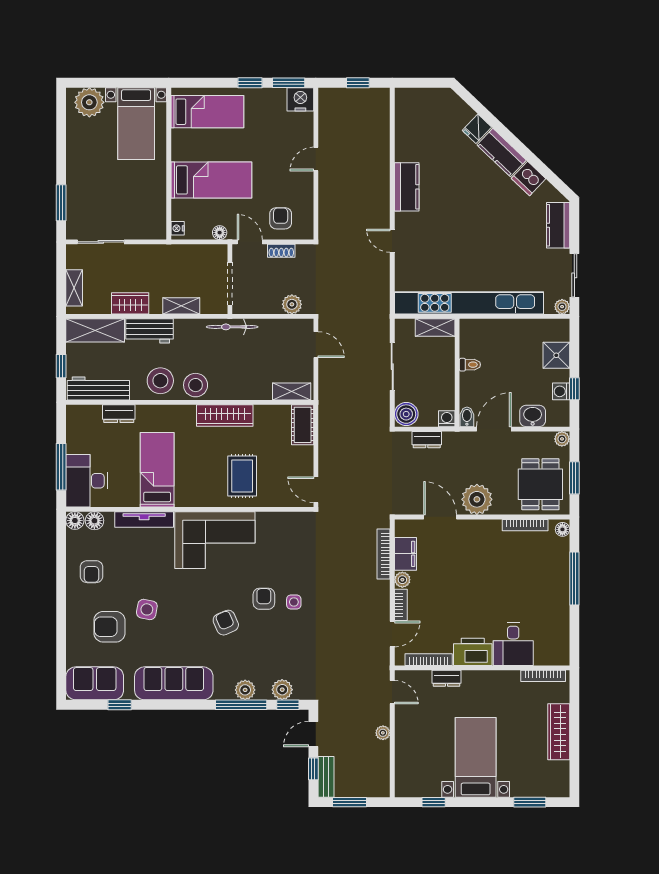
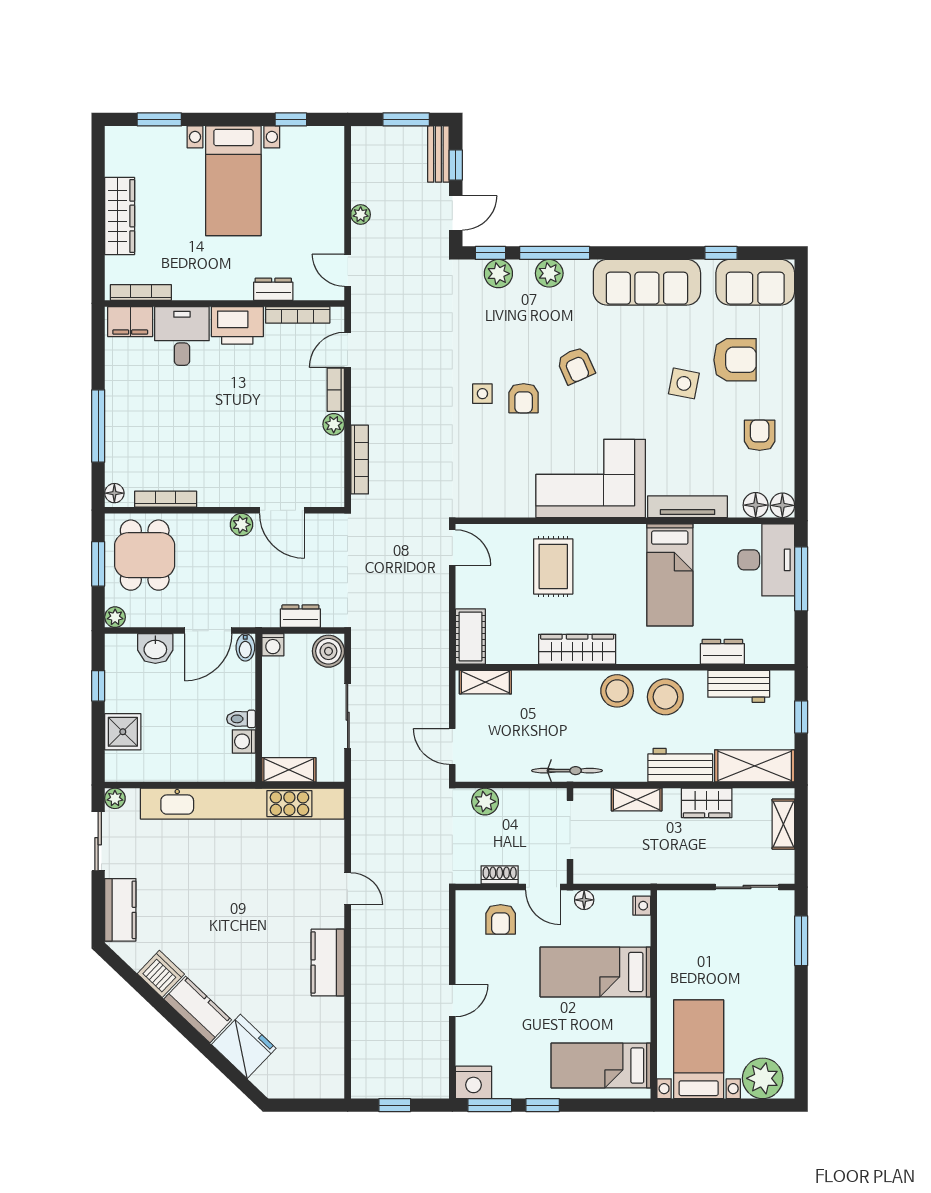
fridge: (477, 129) -> (244, 1046), width x1.88, depth x1.34
workbench: (98, 388) -> (739, 686), width x0.73
washing machine: (561, 391) -> (244, 741), moved, turned 180
plant: (477, 499) -> (241, 525), width x0.53, depth x0.53
filing cabinet: (405, 554) -> (130, 322), moved, turned -90

